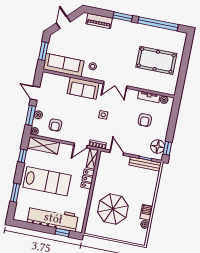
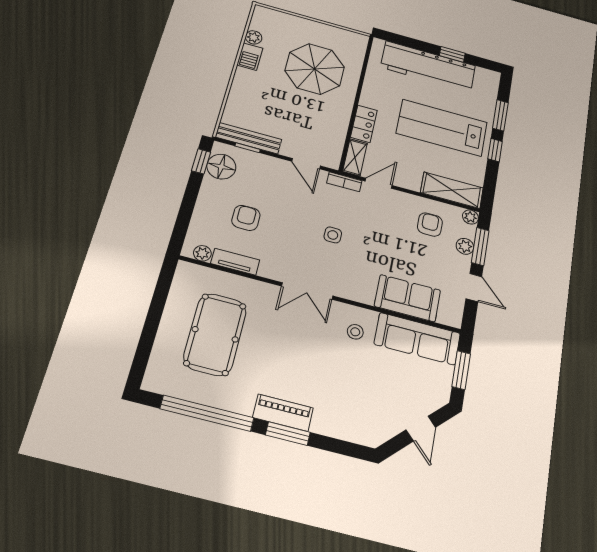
piano: (99, 21) -> (283, 413), moved
pool table: (156, 60) -> (215, 334), turned 90
double door: (115, 85) -> (307, 291), swing flipped
sofa: (83, 88) -> (408, 298), moved
window: (22, 156) -> (495, 150), moved
window: (62, 232) -> (452, 54), moved

